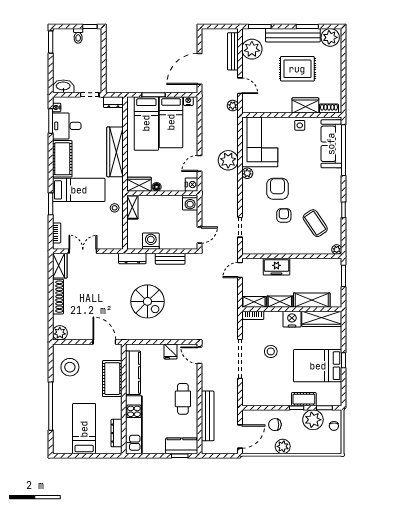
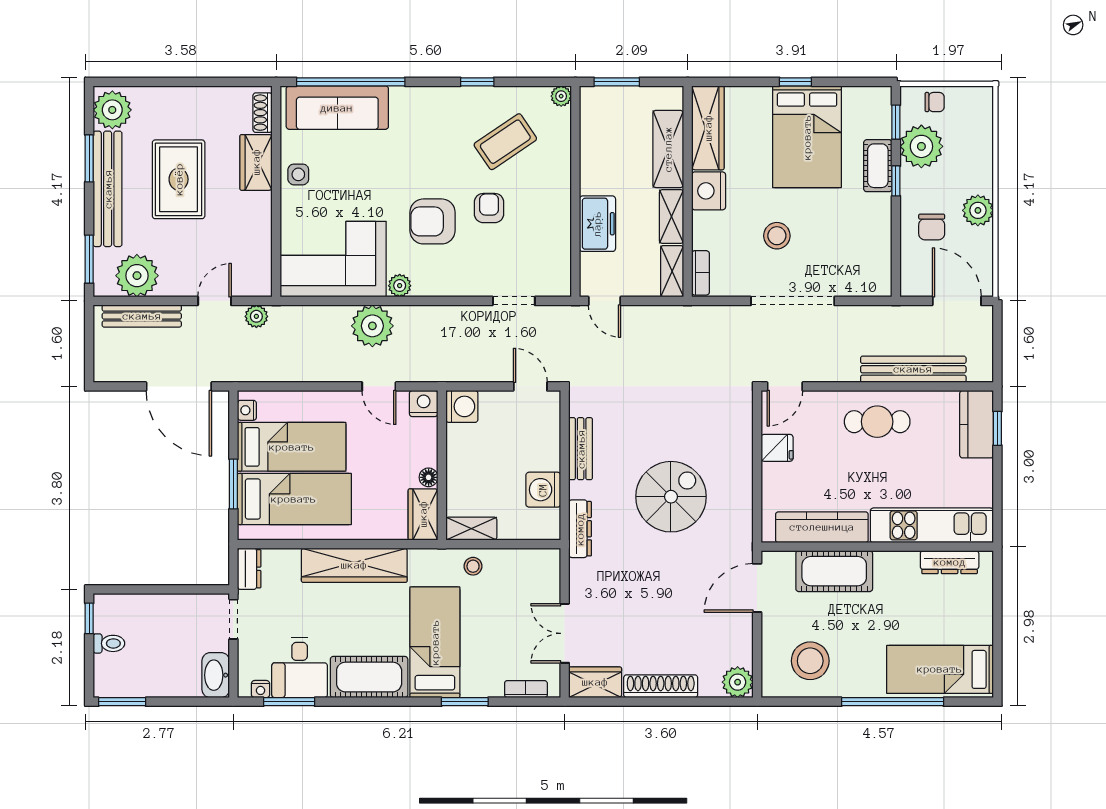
armchair: (284, 215) -> (489, 208), turned 90
bed: (84, 429) -> (940, 669), moved

